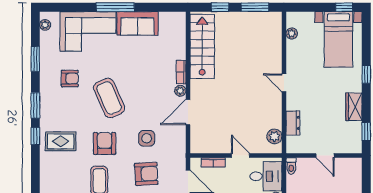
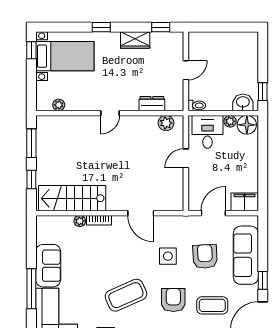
plant: (180, 91) -> (80, 221), moved
armchair: (105, 143) -> (173, 300), turned 90
bookcase: (213, 162) -> (193, 187), removed

